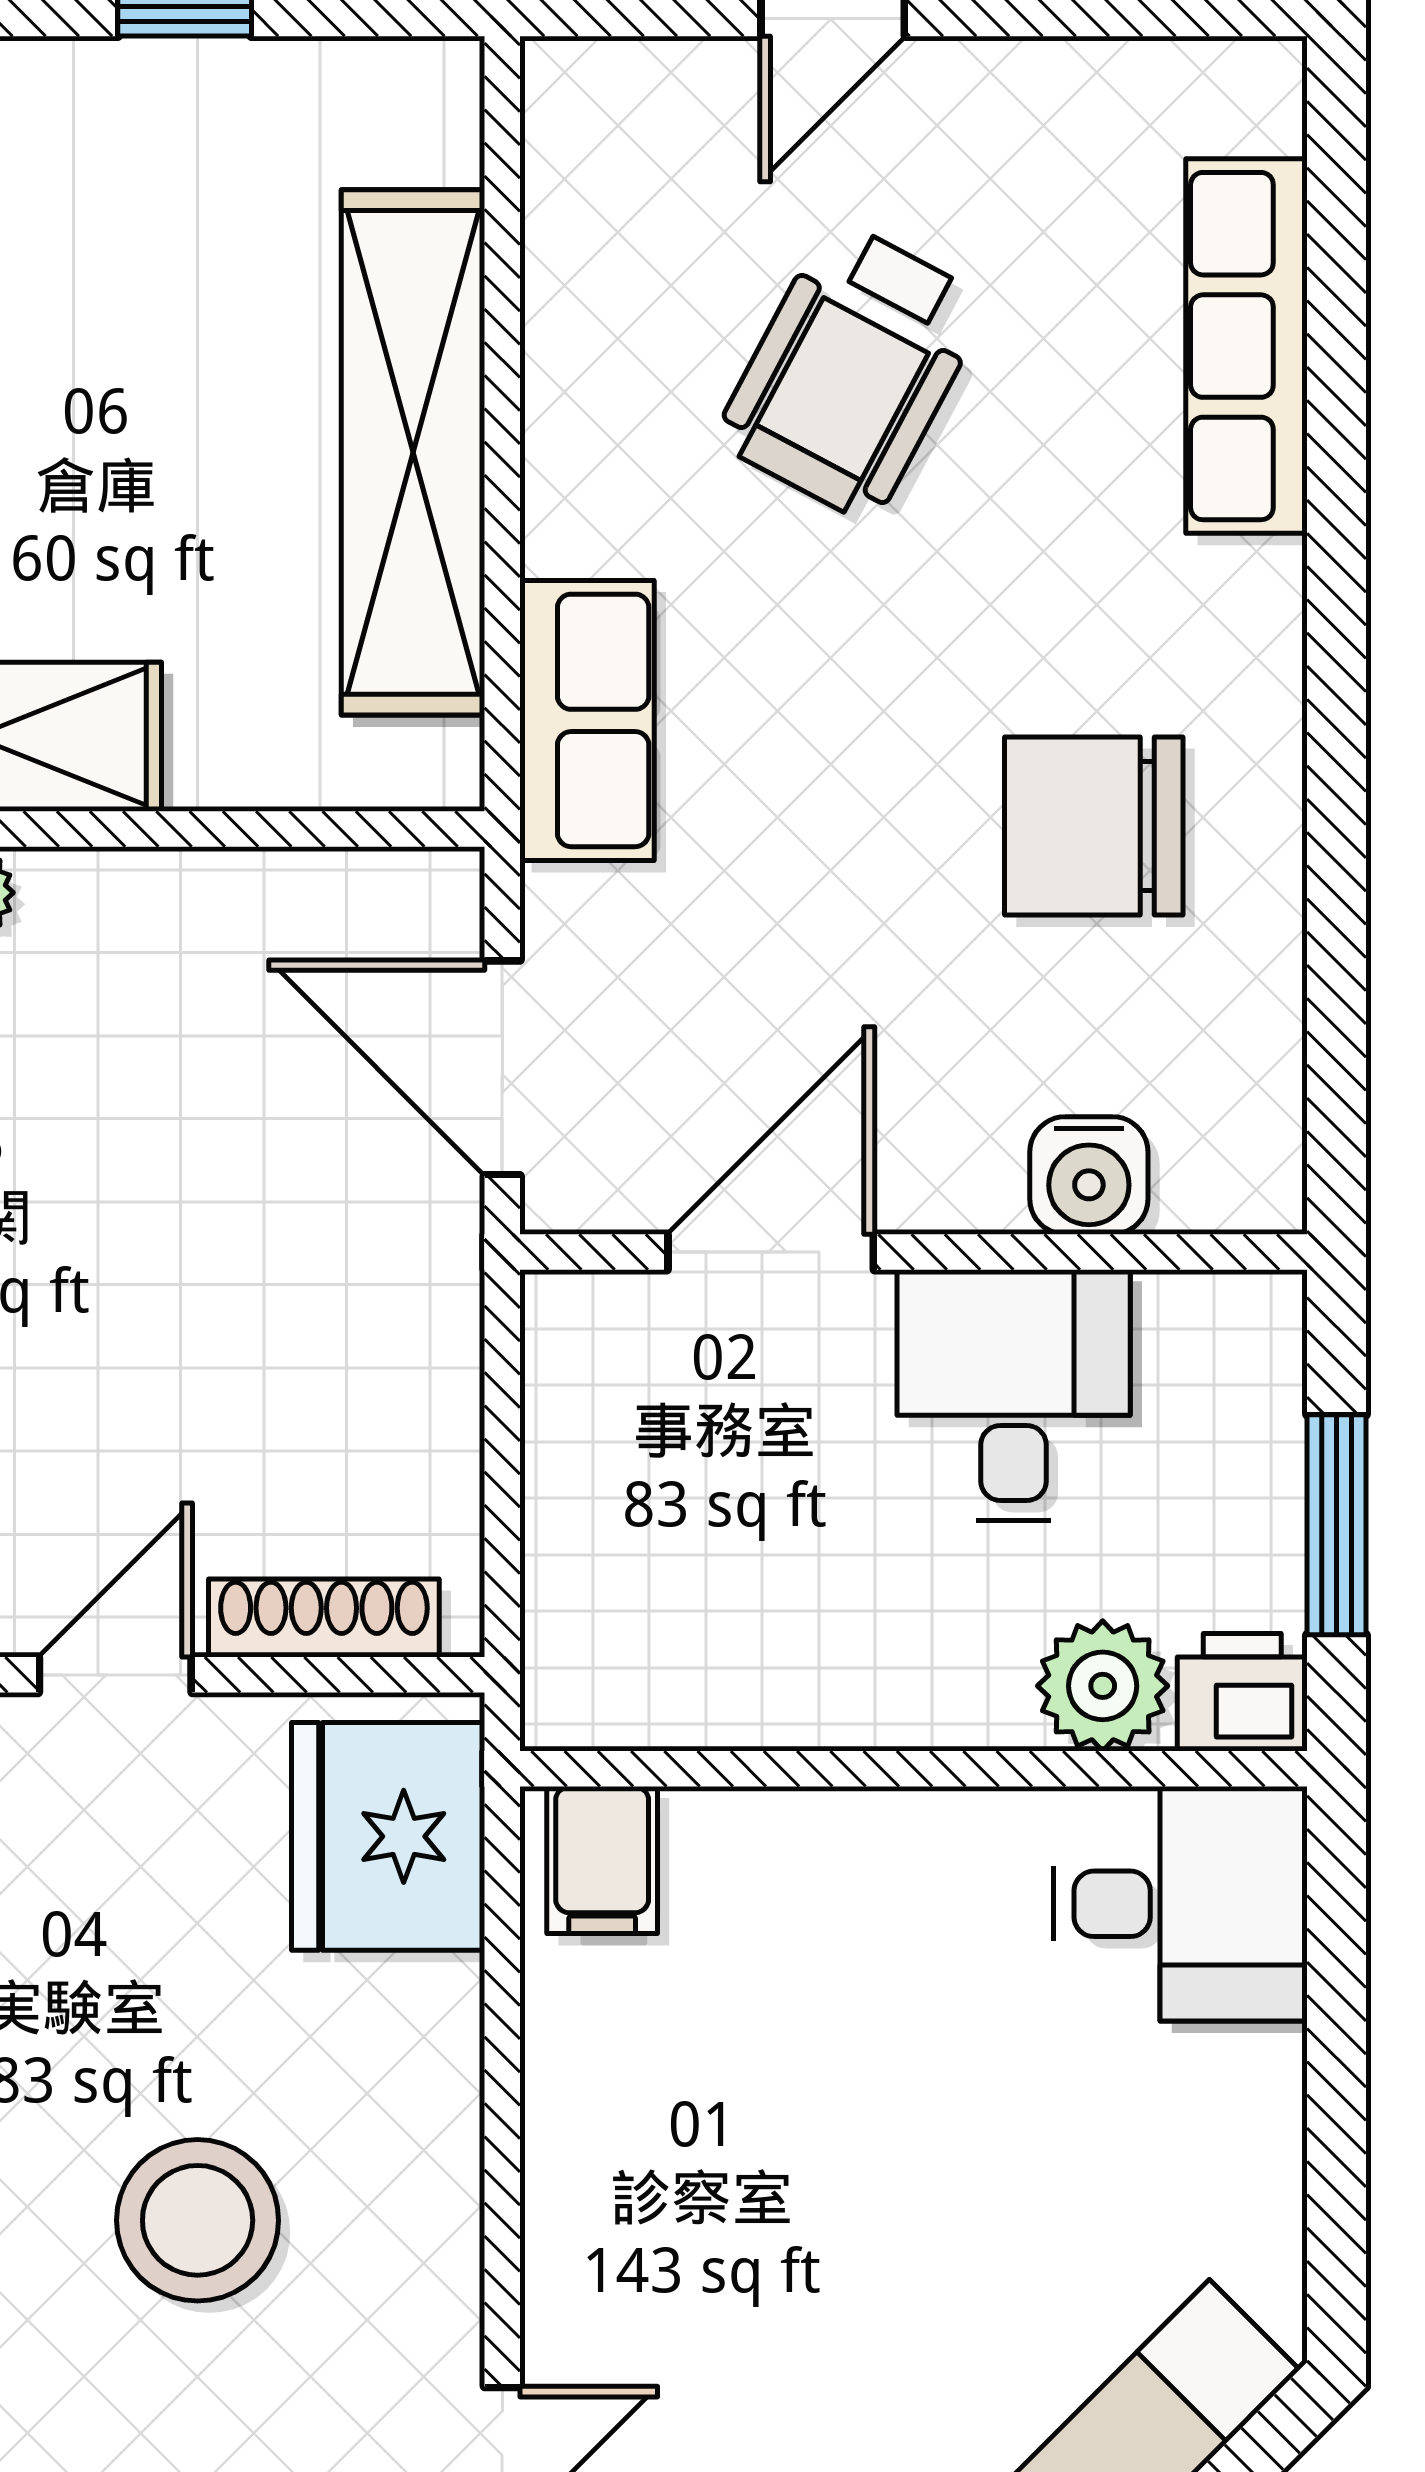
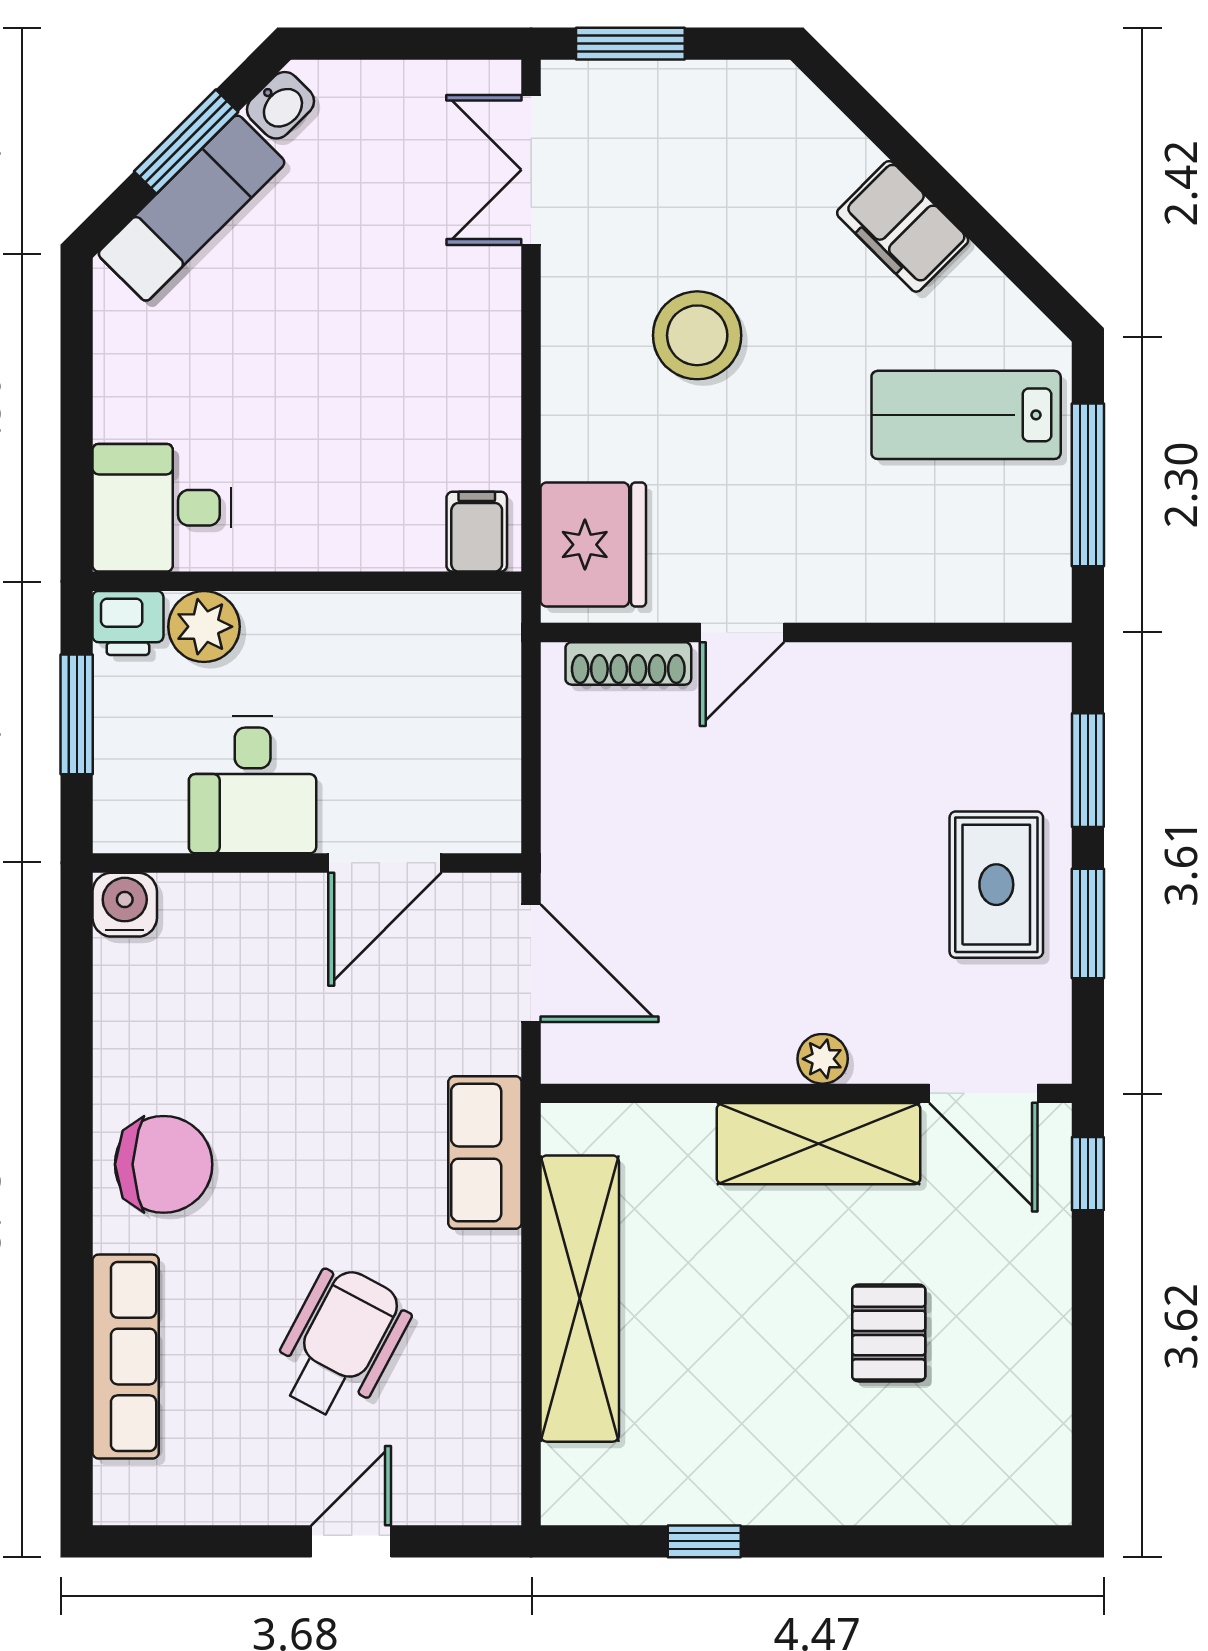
chair: (1094, 826) -> (164, 1164), moved
water cooler: (1089, 1175) -> (125, 905), moved

